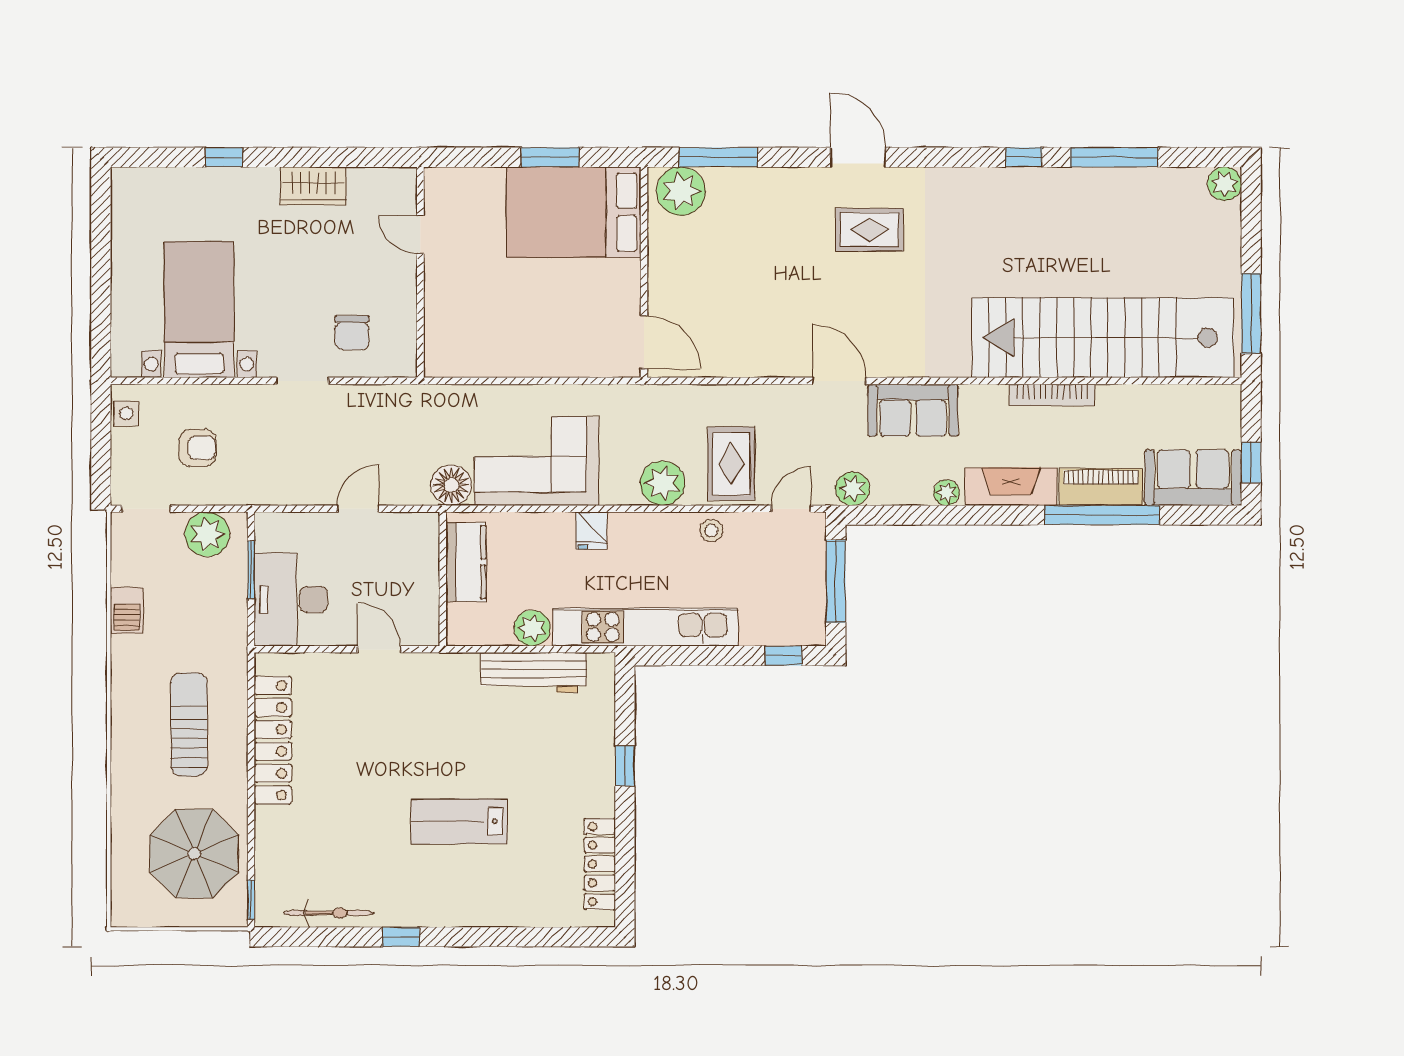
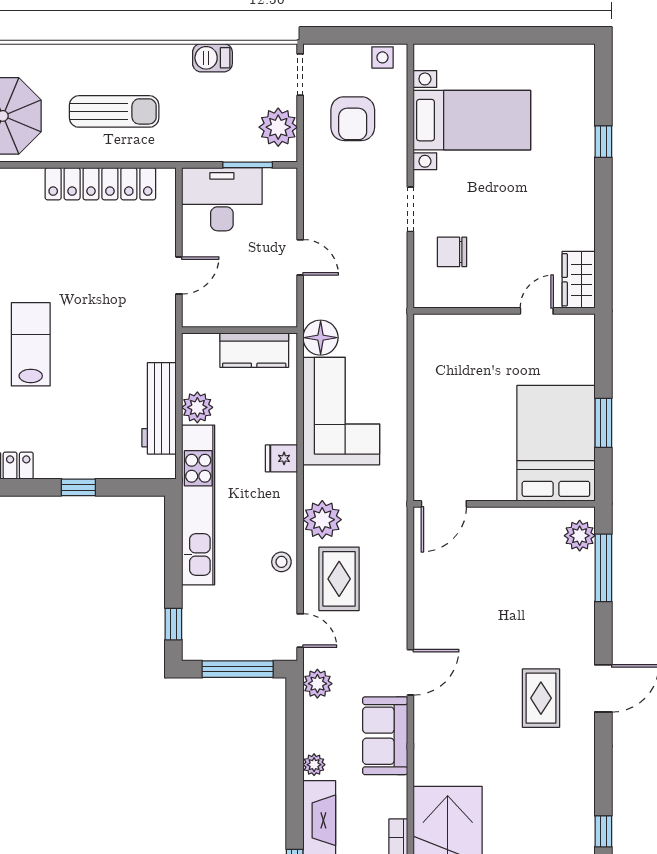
wardrobe: (313, 186) -> (579, 280), moved
plant: (681, 191) -> (580, 536), width x0.73, depth x0.73
armchair: (197, 448) -> (353, 119), width x1.38, depth x1.38
rug: (731, 464) -> (339, 579), turned 90

